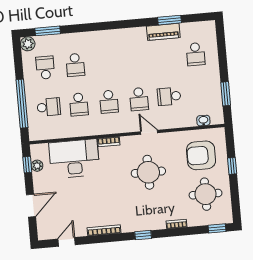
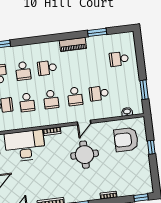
piano: (163, 32) -> (73, 44), moved
school desk: (196, 54) -> (119, 59), turned 90
school desk: (105, 62) -> (47, 68), added
door: (149, 132) -> (84, 123), swing flipped
round table: (206, 194) -> (131, 170), removed

